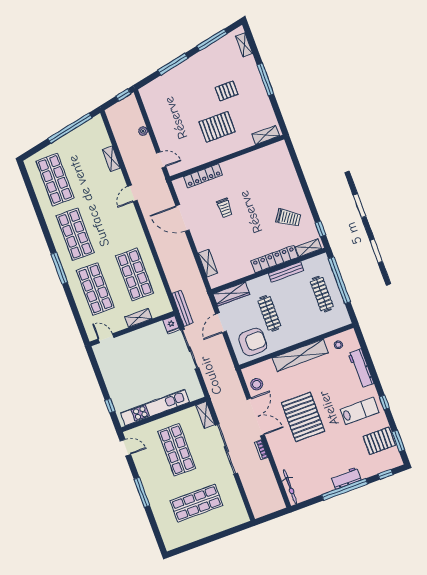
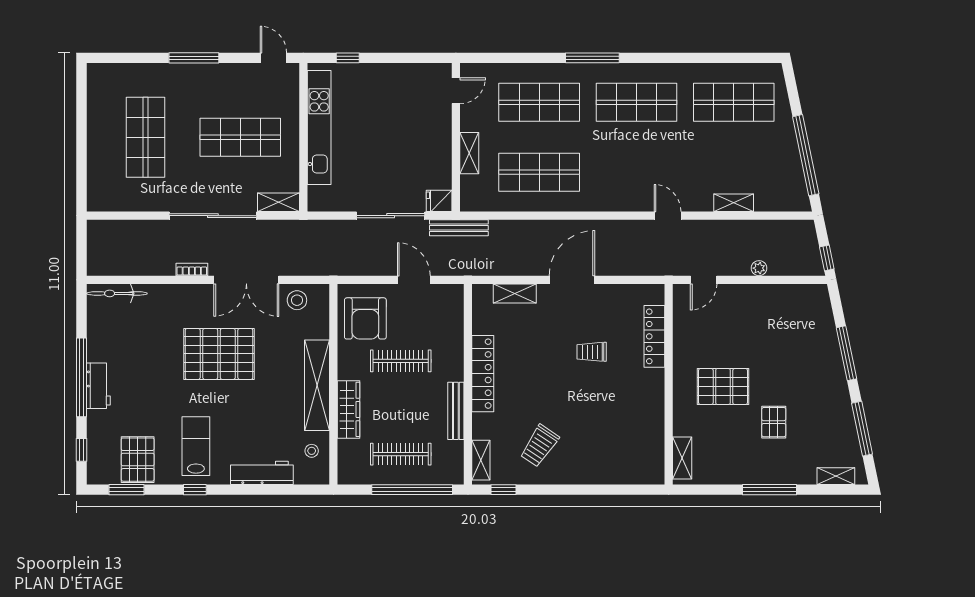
pallet: (217, 127) -> (723, 386), turned 90
door: (182, 218) -> (572, 280), moved
locker: (274, 259) -> (483, 374), moved
wardrobe: (231, 294) -> (349, 409), moved, turned 180
lab bench: (360, 411) -> (196, 446), turned 180
door: (125, 448) -> (273, 58), swing flipped

